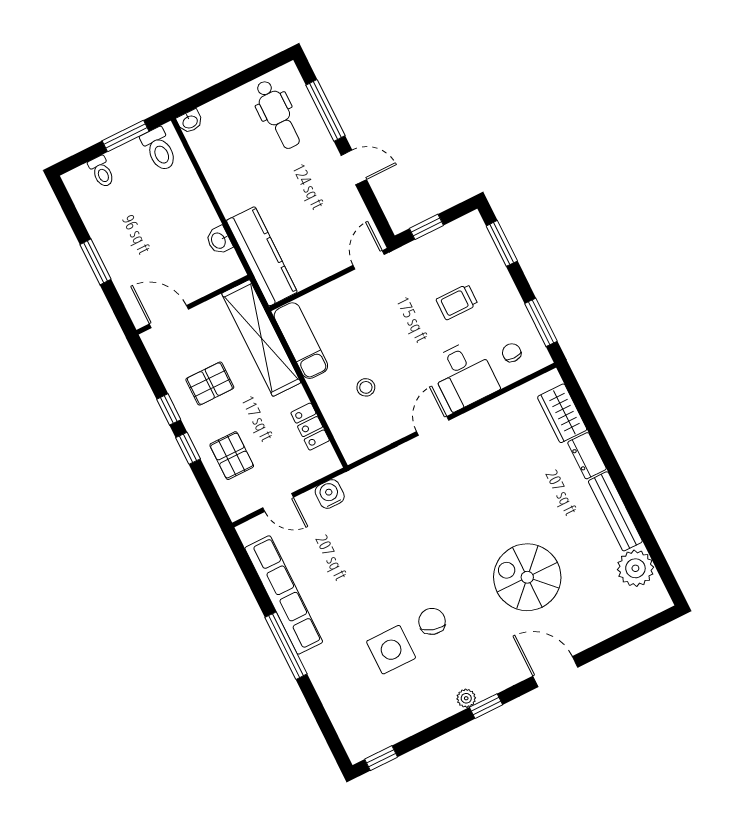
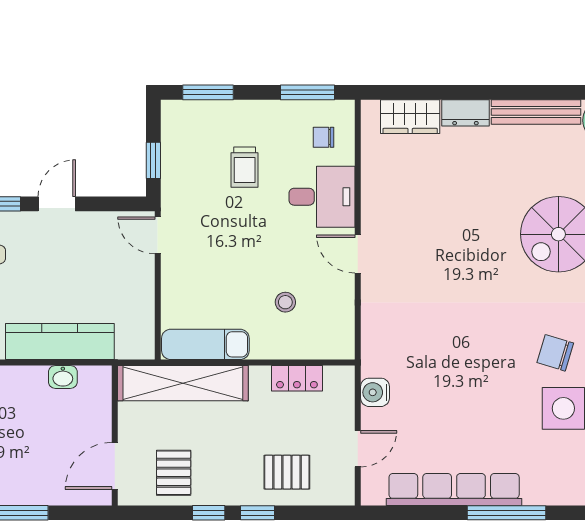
kitchen counter: (262, 256) -> (60, 342), moved
pallet: (210, 384) -> (174, 473), moved

